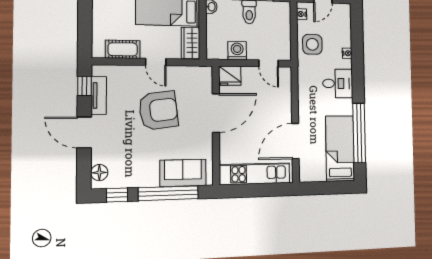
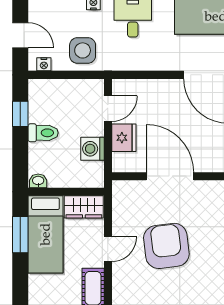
fridge: (230, 76) -> (124, 138), moved

